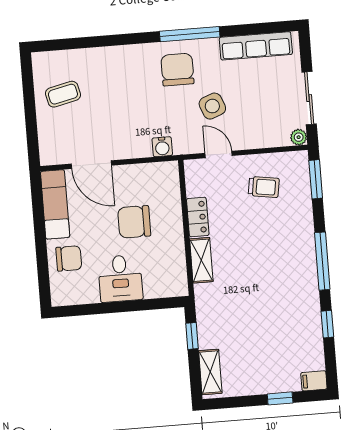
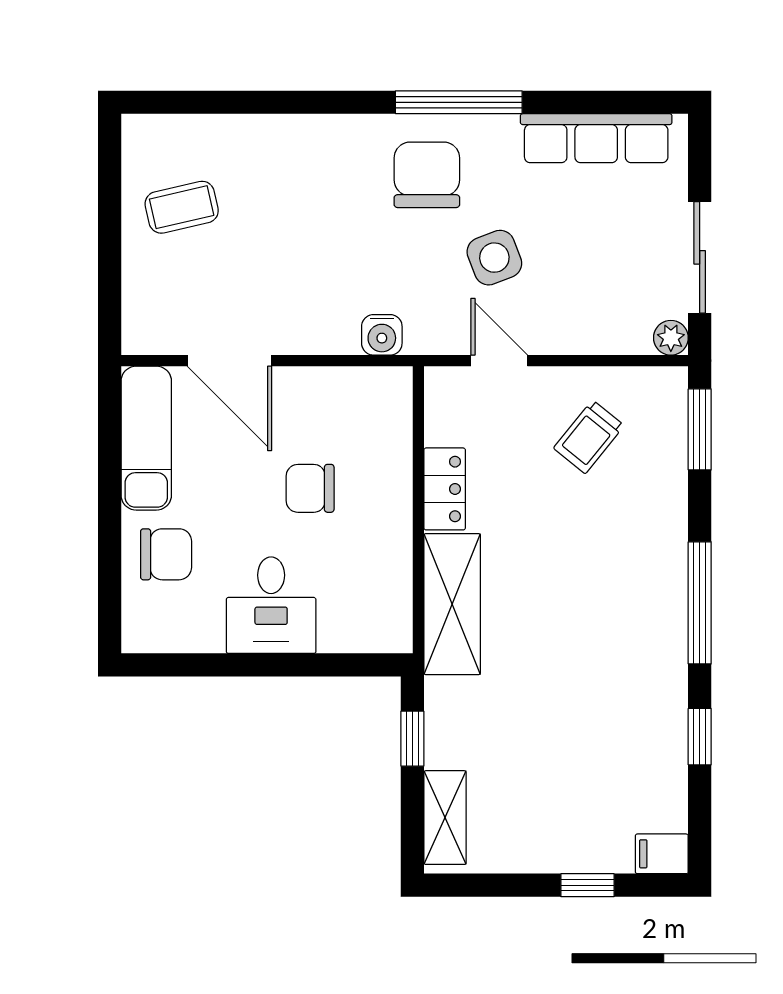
trolley: (264, 187) -> (589, 437), turned 120
chair: (134, 222) -> (310, 488), width x0.73, depth x0.73
shelving: (201, 260) -> (452, 604), width x1.50, depth x1.33

